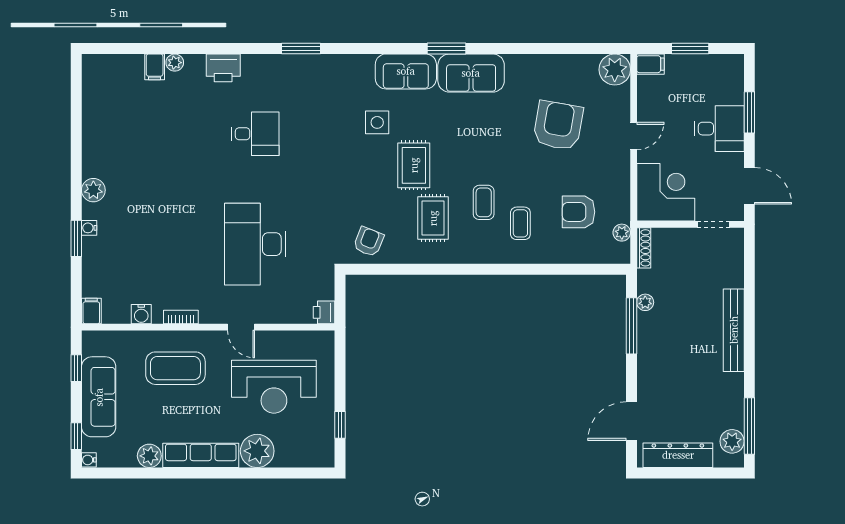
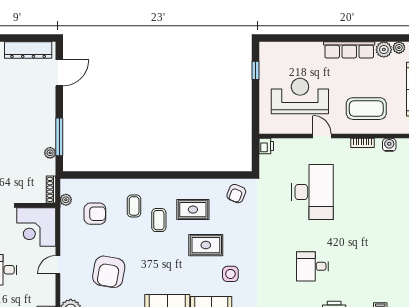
rug: (414, 165) -> (206, 245), turned 90
rug: (433, 218) -> (193, 210), turned 90
plant: (257, 451) -> (399, 48), moved, width x0.53, depth x0.53

